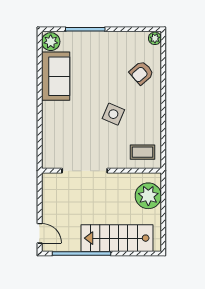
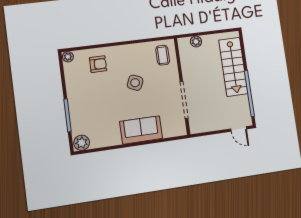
armchair: (142, 73) -> (98, 64), turned -49
sofa: (56, 76) -> (141, 130), moved
plant: (148, 196) -> (196, 41), width x0.53, depth x0.53
door: (40, 233) -> (239, 129), swing flipped

